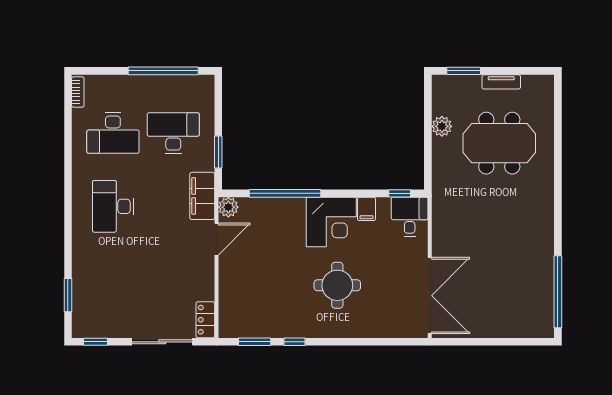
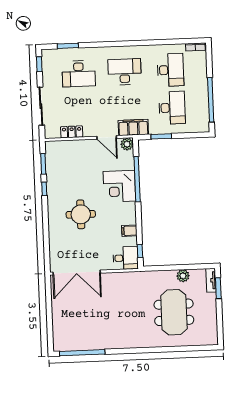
tv unit: (501, 82) -> (211, 280), moved
desk: (113, 133) -> (170, 70), turned 180
corner desk: (331, 222) -> (119, 186), moved
desk: (113, 280) -> (79, 74), added
locker: (205, 320) -> (72, 132), moved

